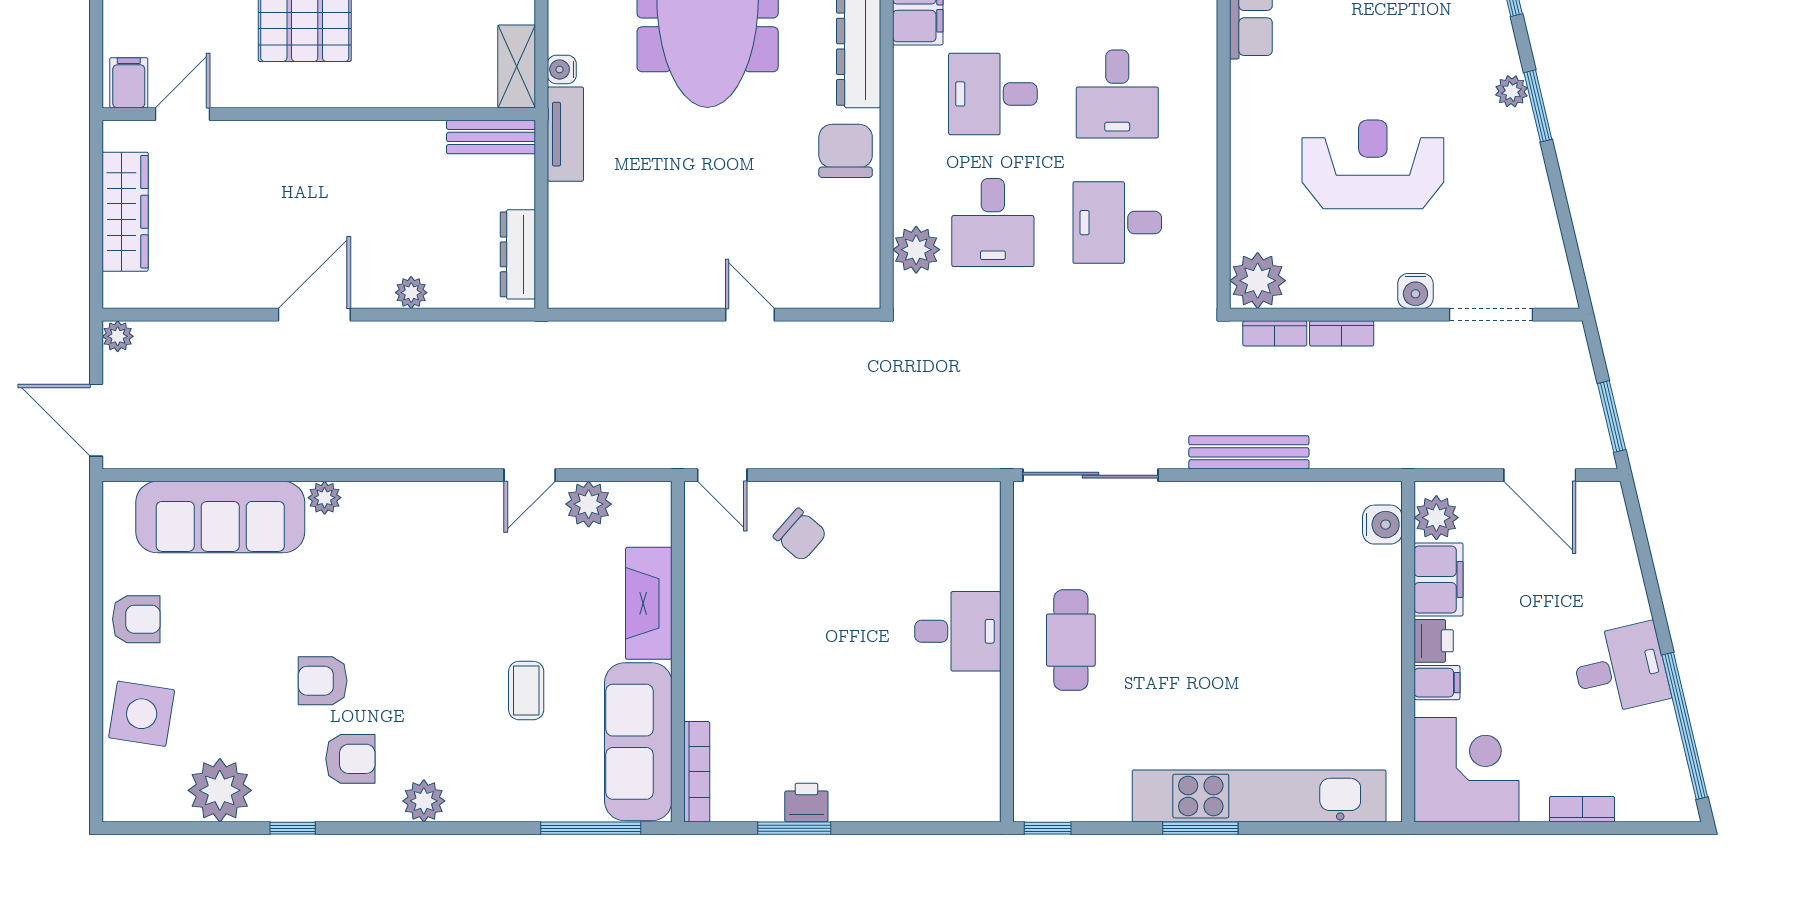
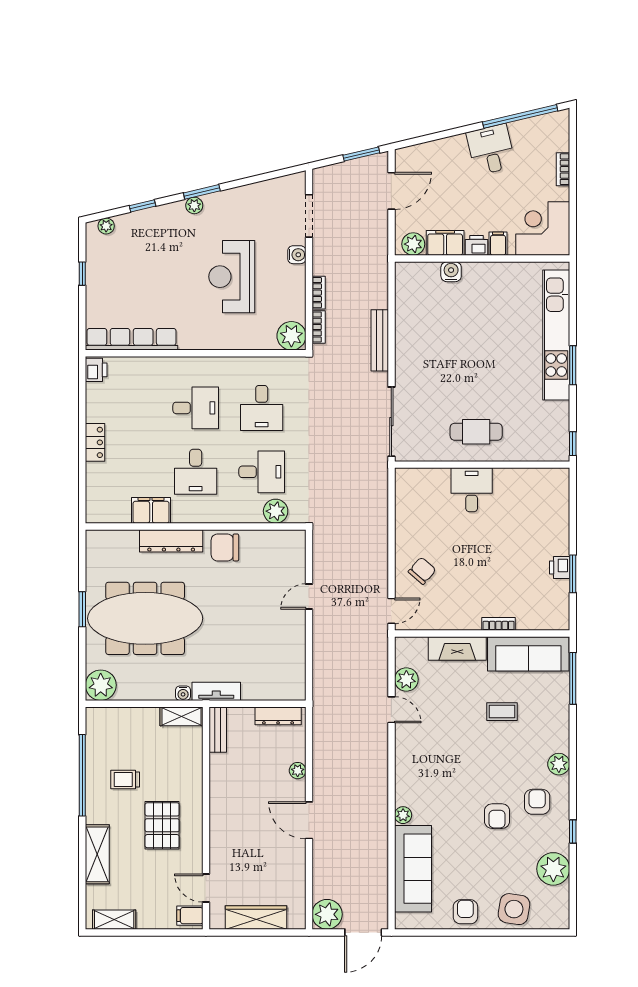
plant: (118, 336) -> (327, 914), width x1.87, depth x1.87
water cooler: (1382, 525) -> (451, 272), moved
bookcase: (697, 772) -> (499, 624), moved, width x0.64

